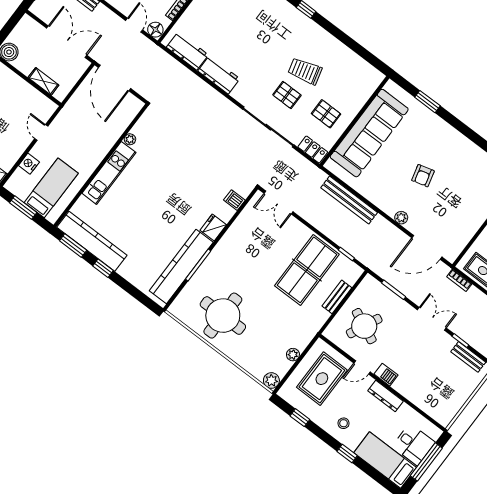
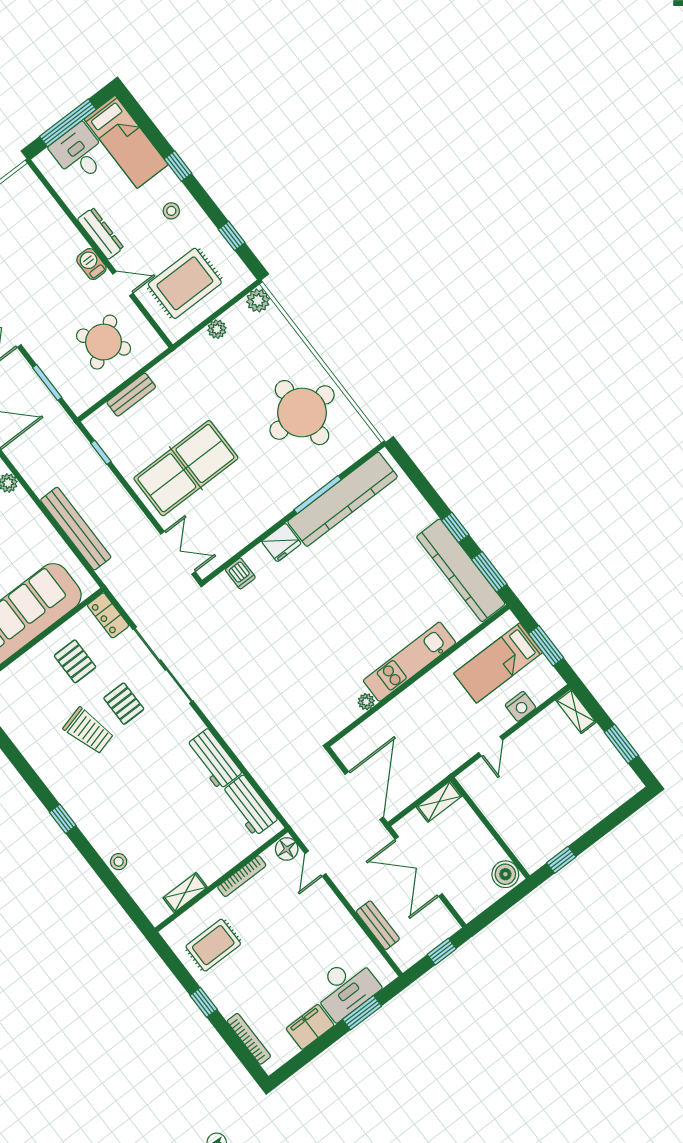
shelving: (43, 81) -> (439, 801), moved, turned 90
table tennis table: (307, 270) -> (186, 468), moved
round table: (364, 326) -> (104, 342), turned 30

